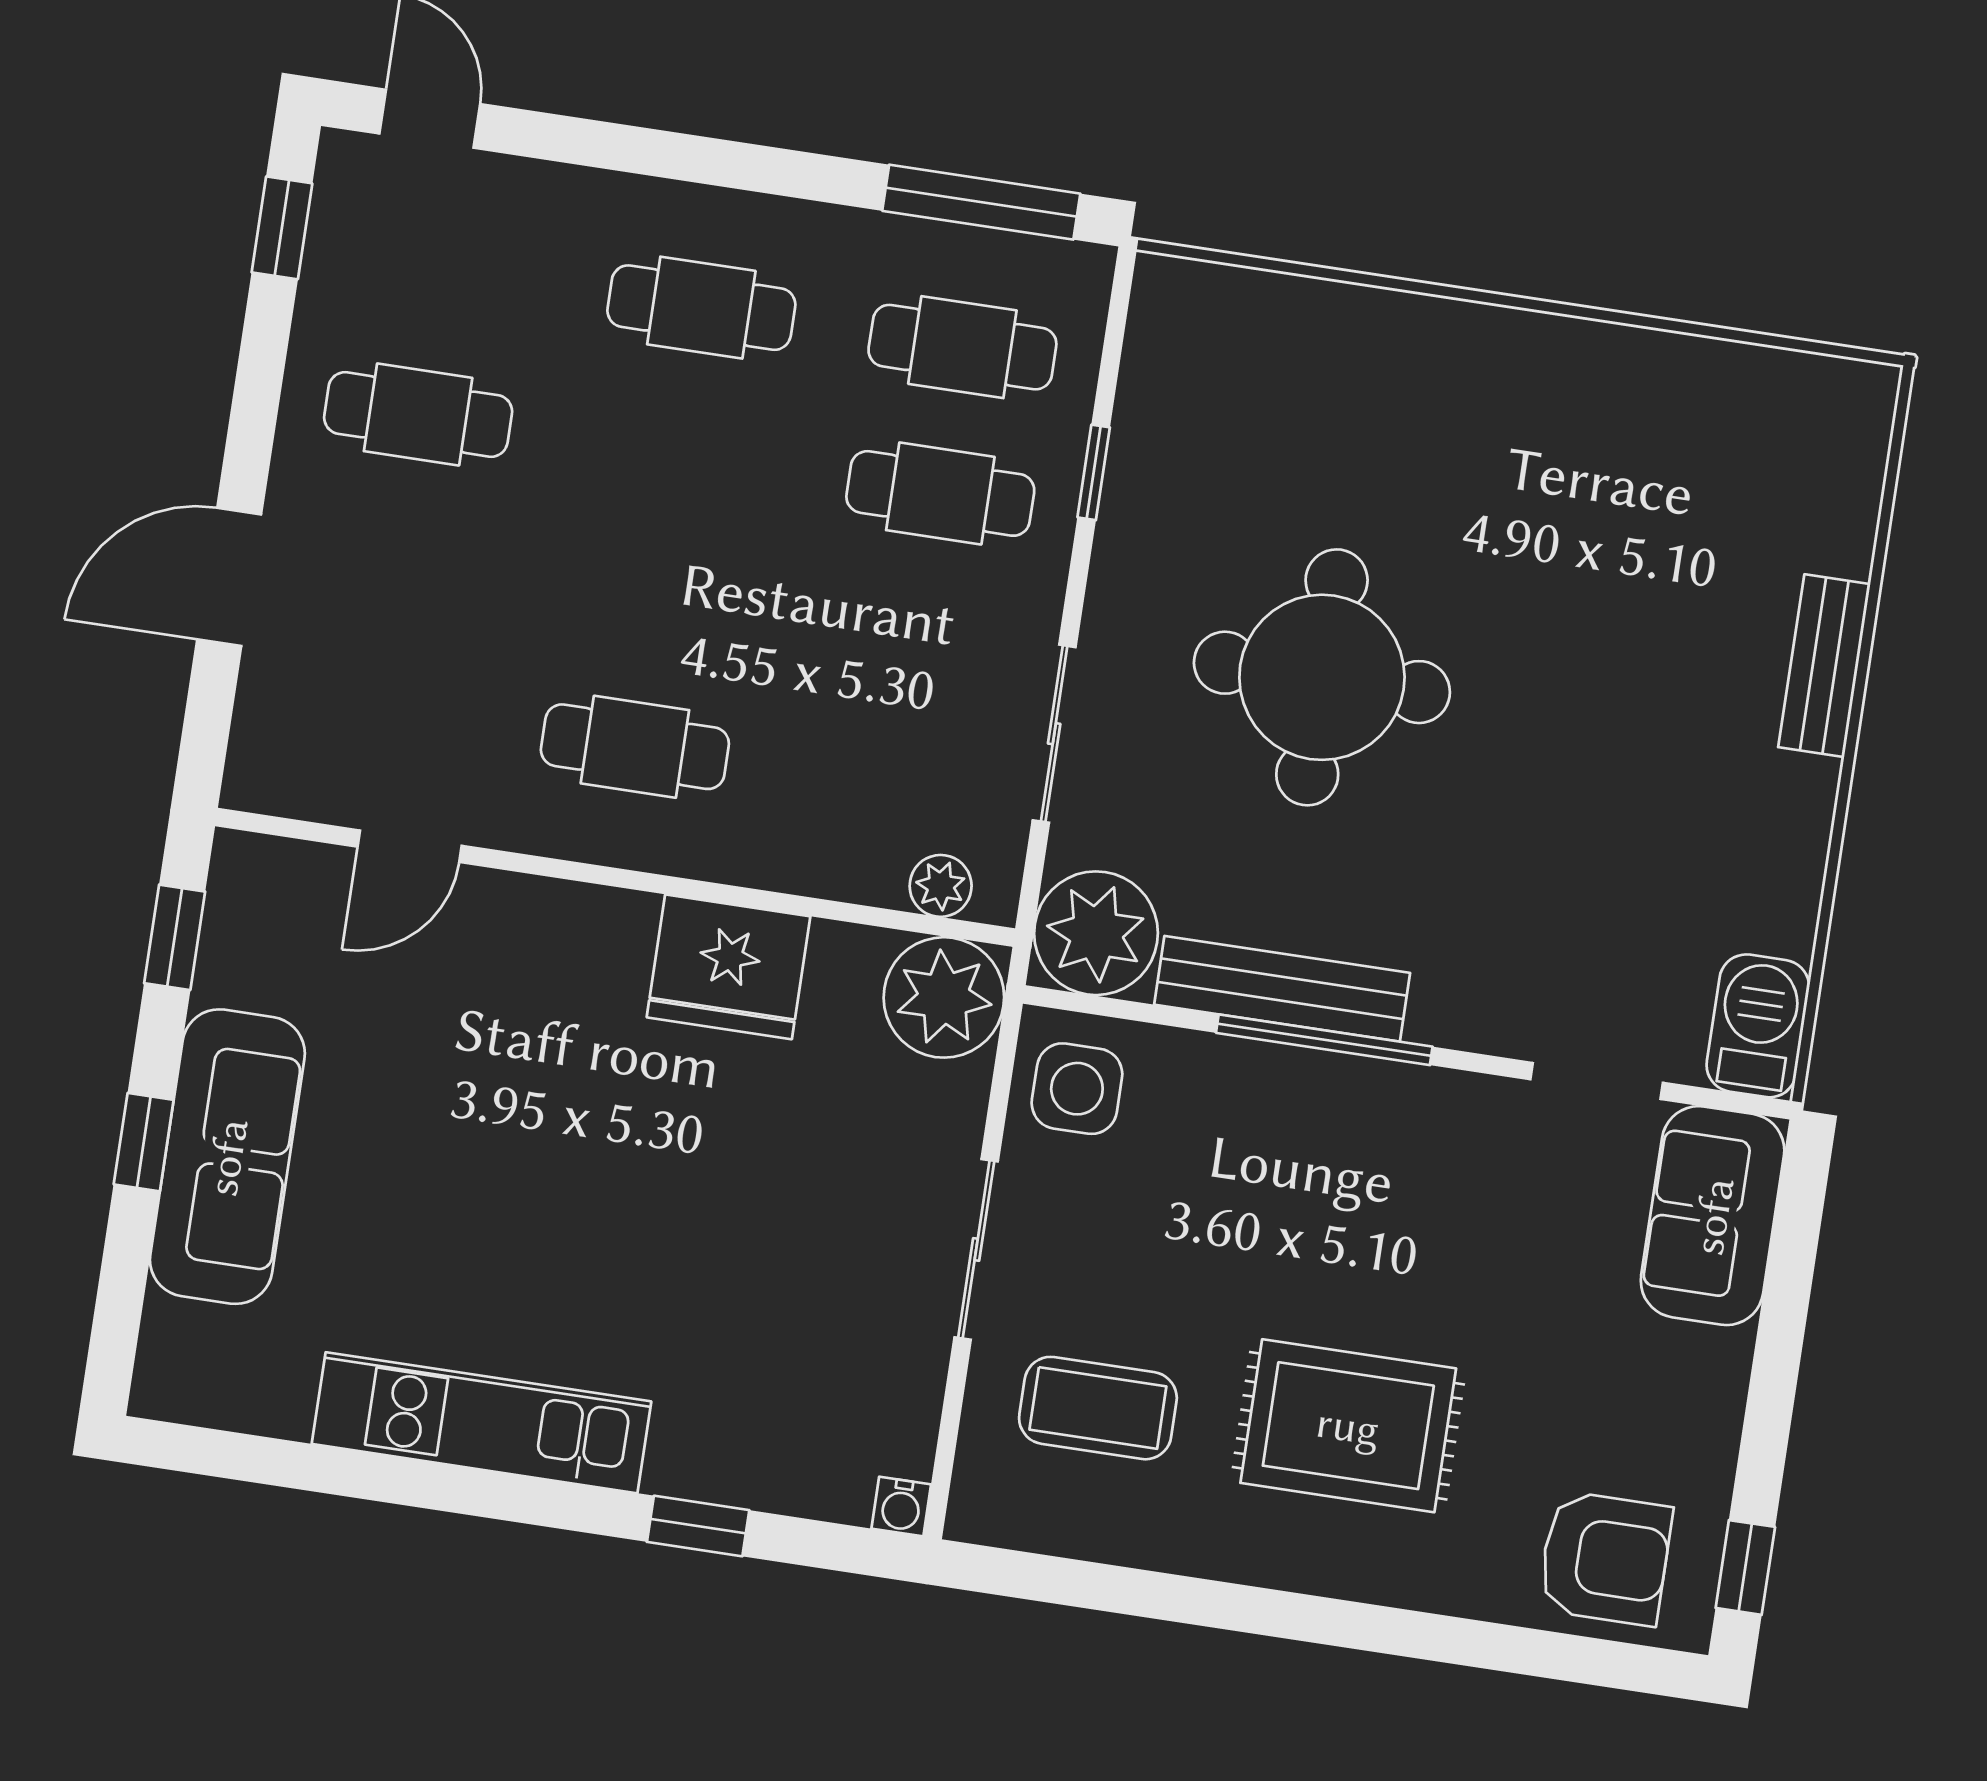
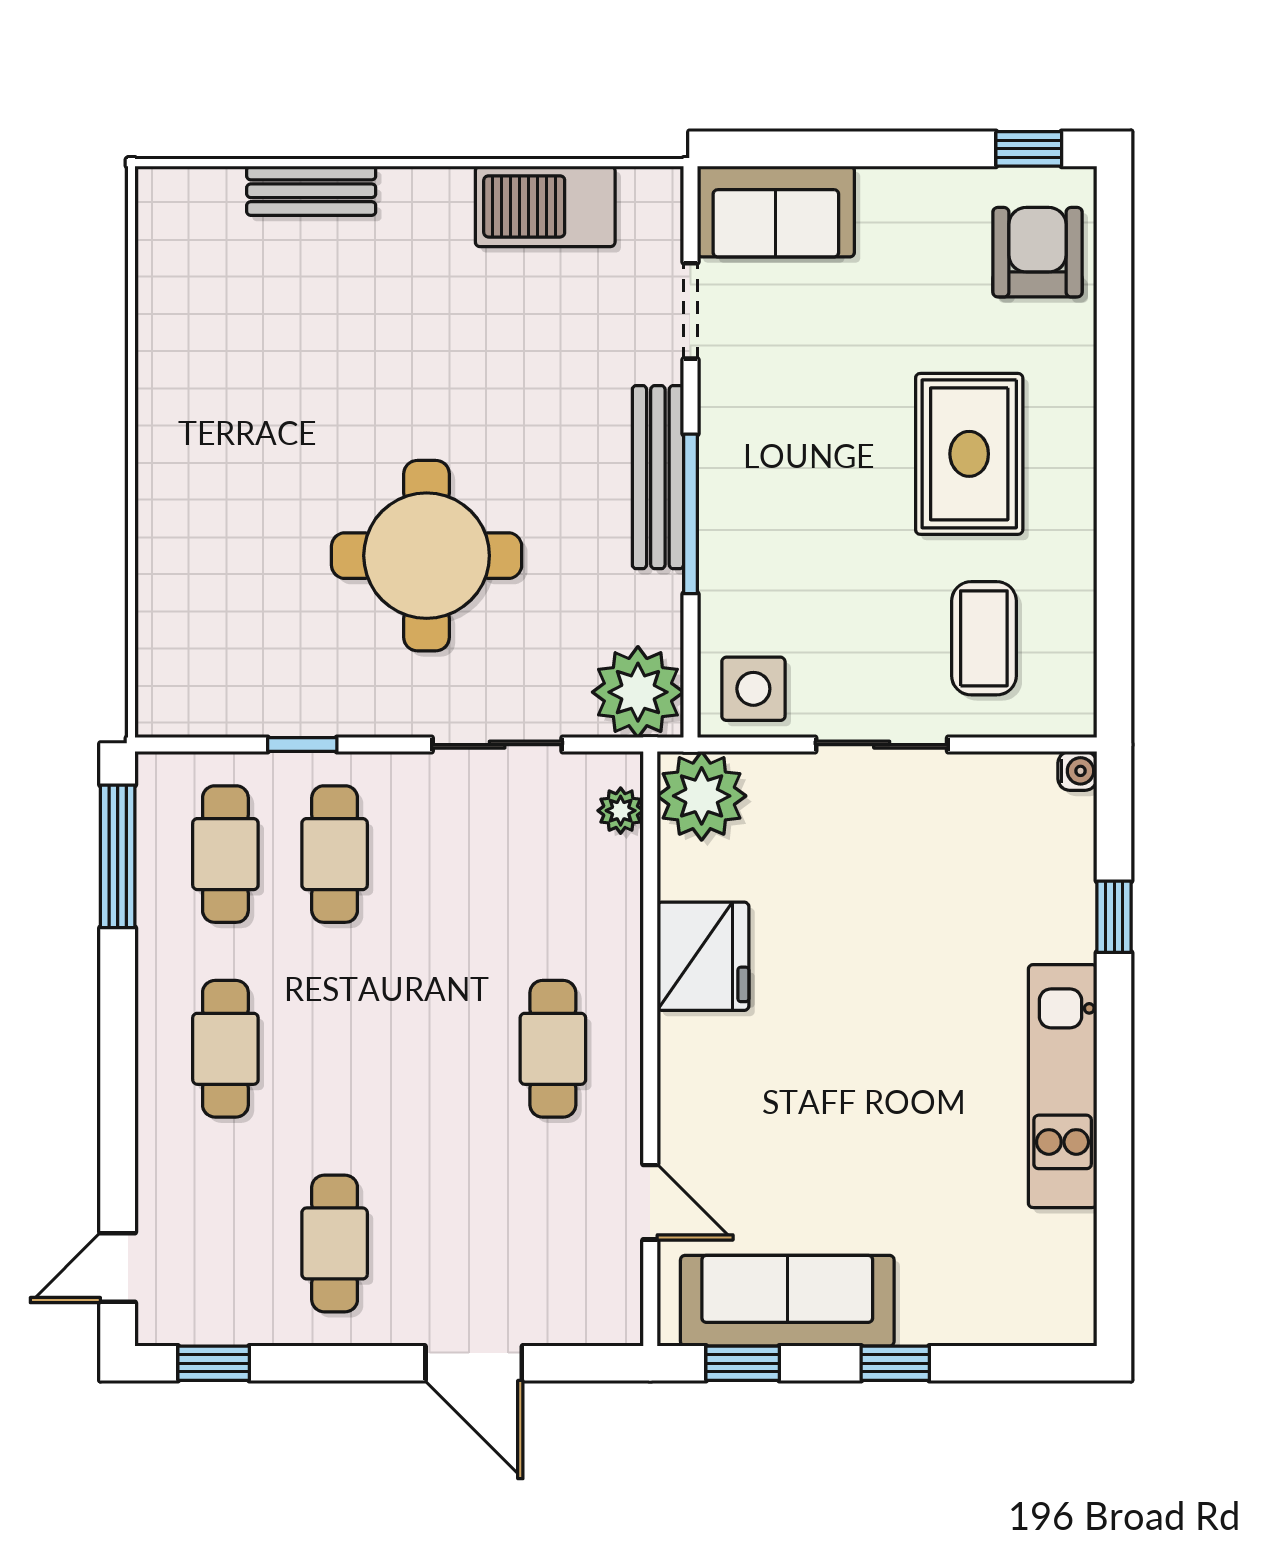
bench: (1824, 666) -> (311, 191), moved
bench: (1282, 989) -> (658, 477), moved
barbecue: (1758, 1026) -> (545, 206), moved, width x1.37, depth x1.21
sofa: (227, 1157) -> (787, 1301), moved

